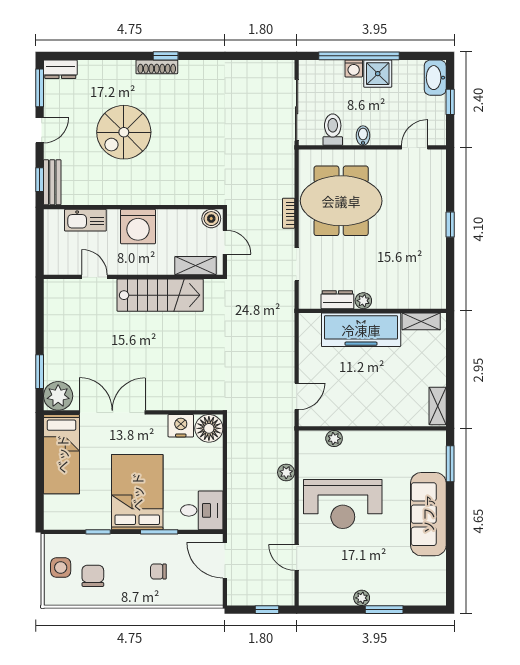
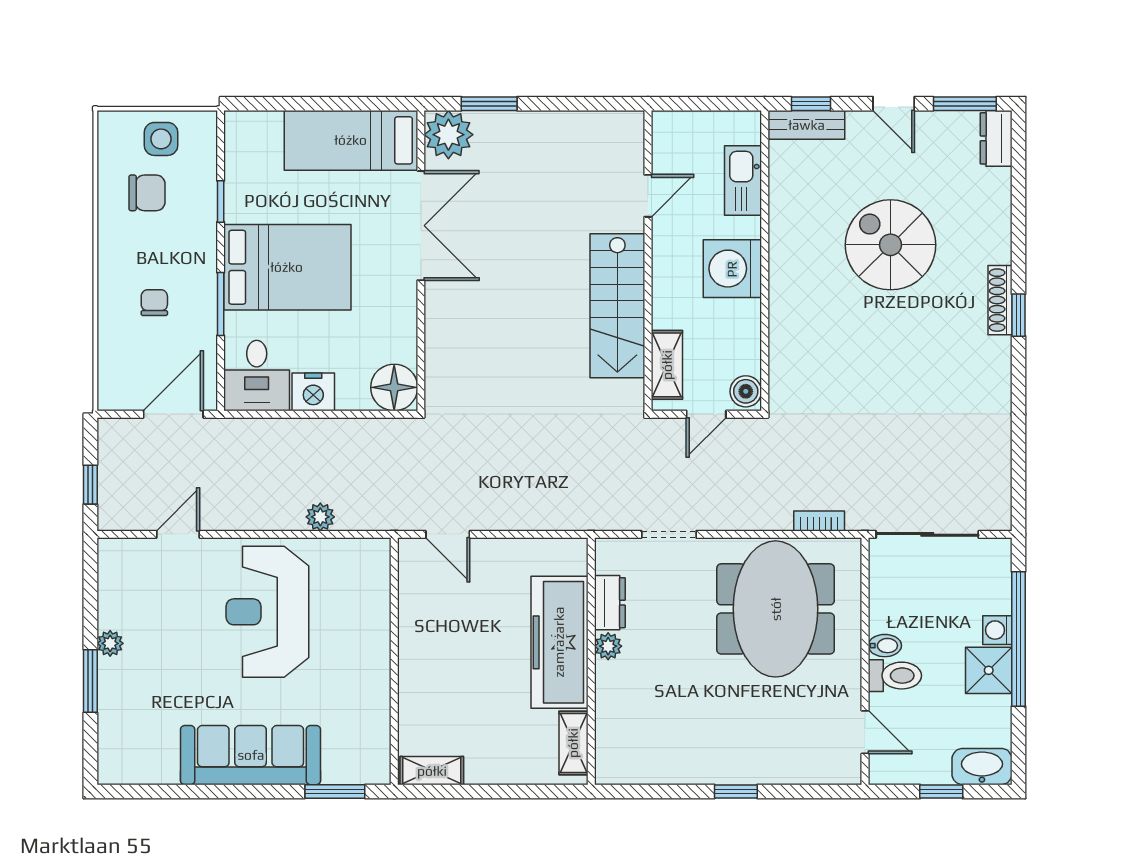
toilet: (333, 130) -> (895, 676), moved
bookcase: (289, 213) -> (819, 521), moved
nightstand: (181, 426) -> (313, 392), moved, turned 90
plant: (334, 439) -> (377, 597), removed

